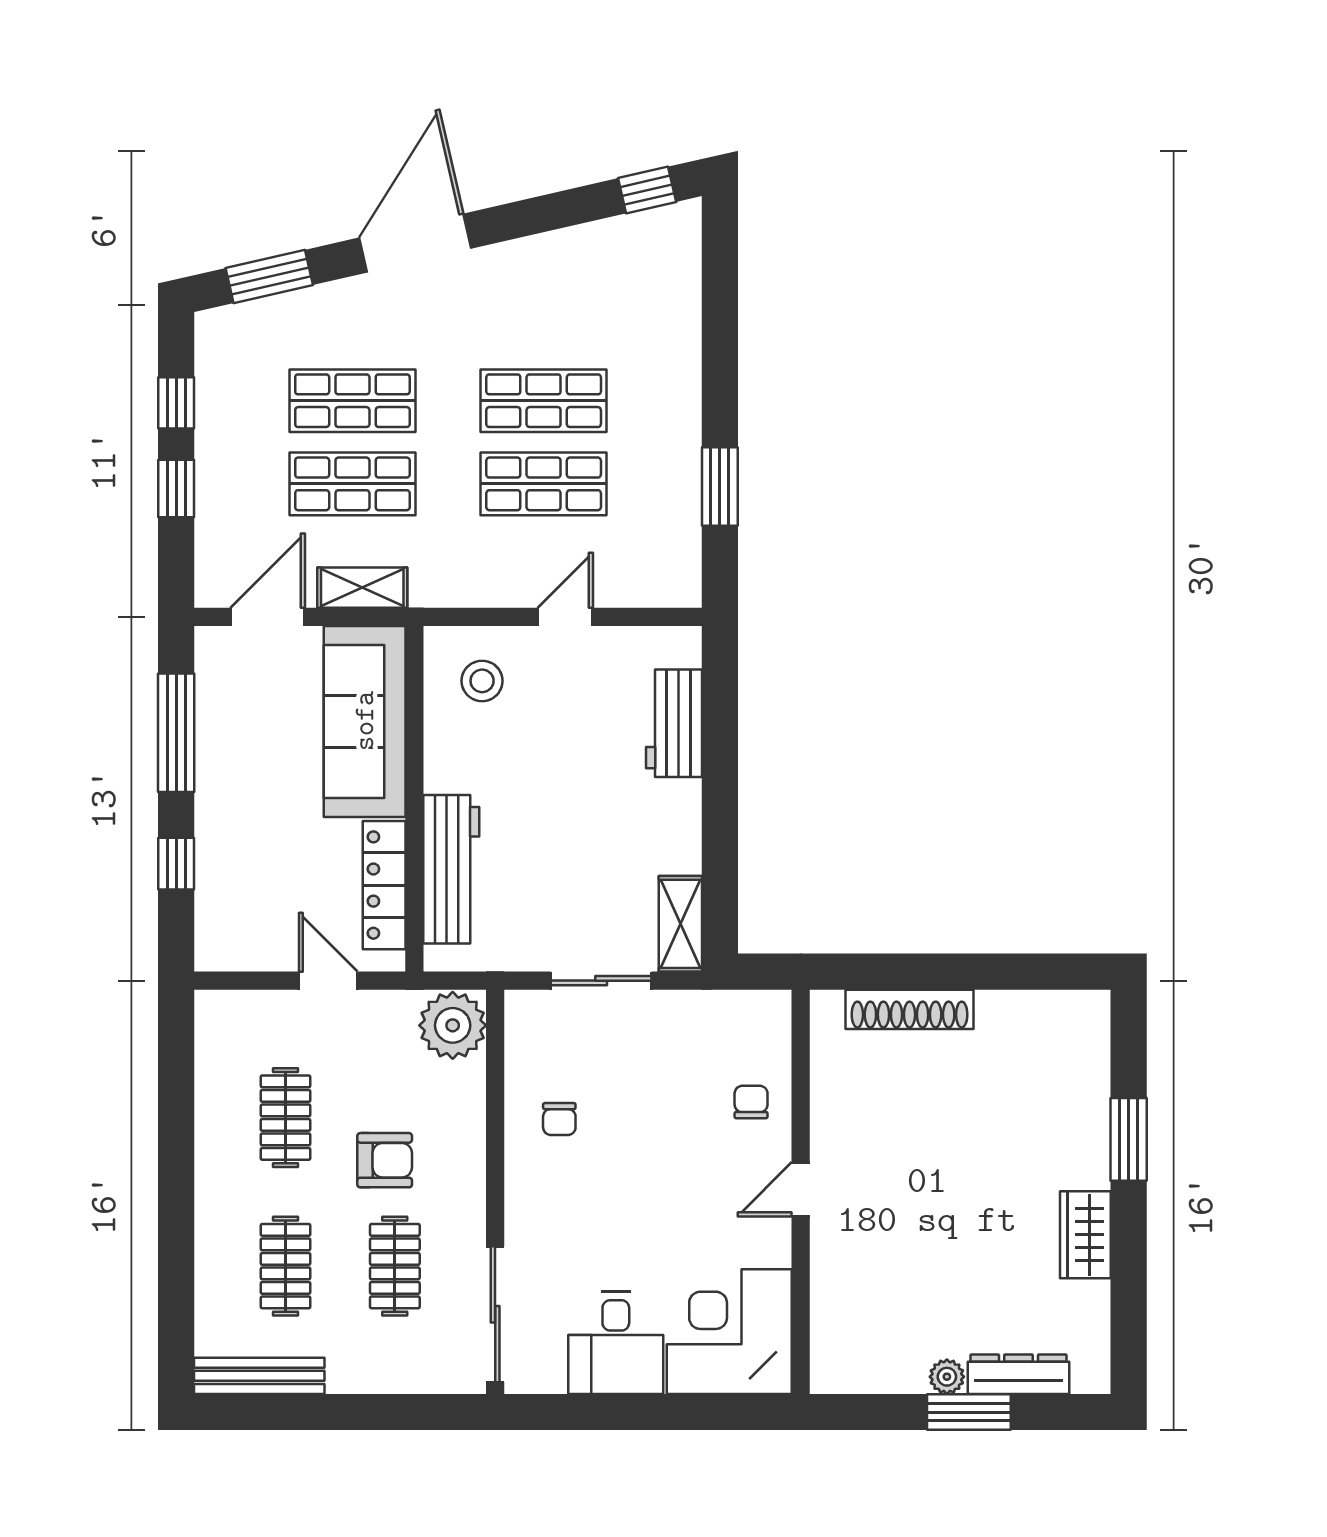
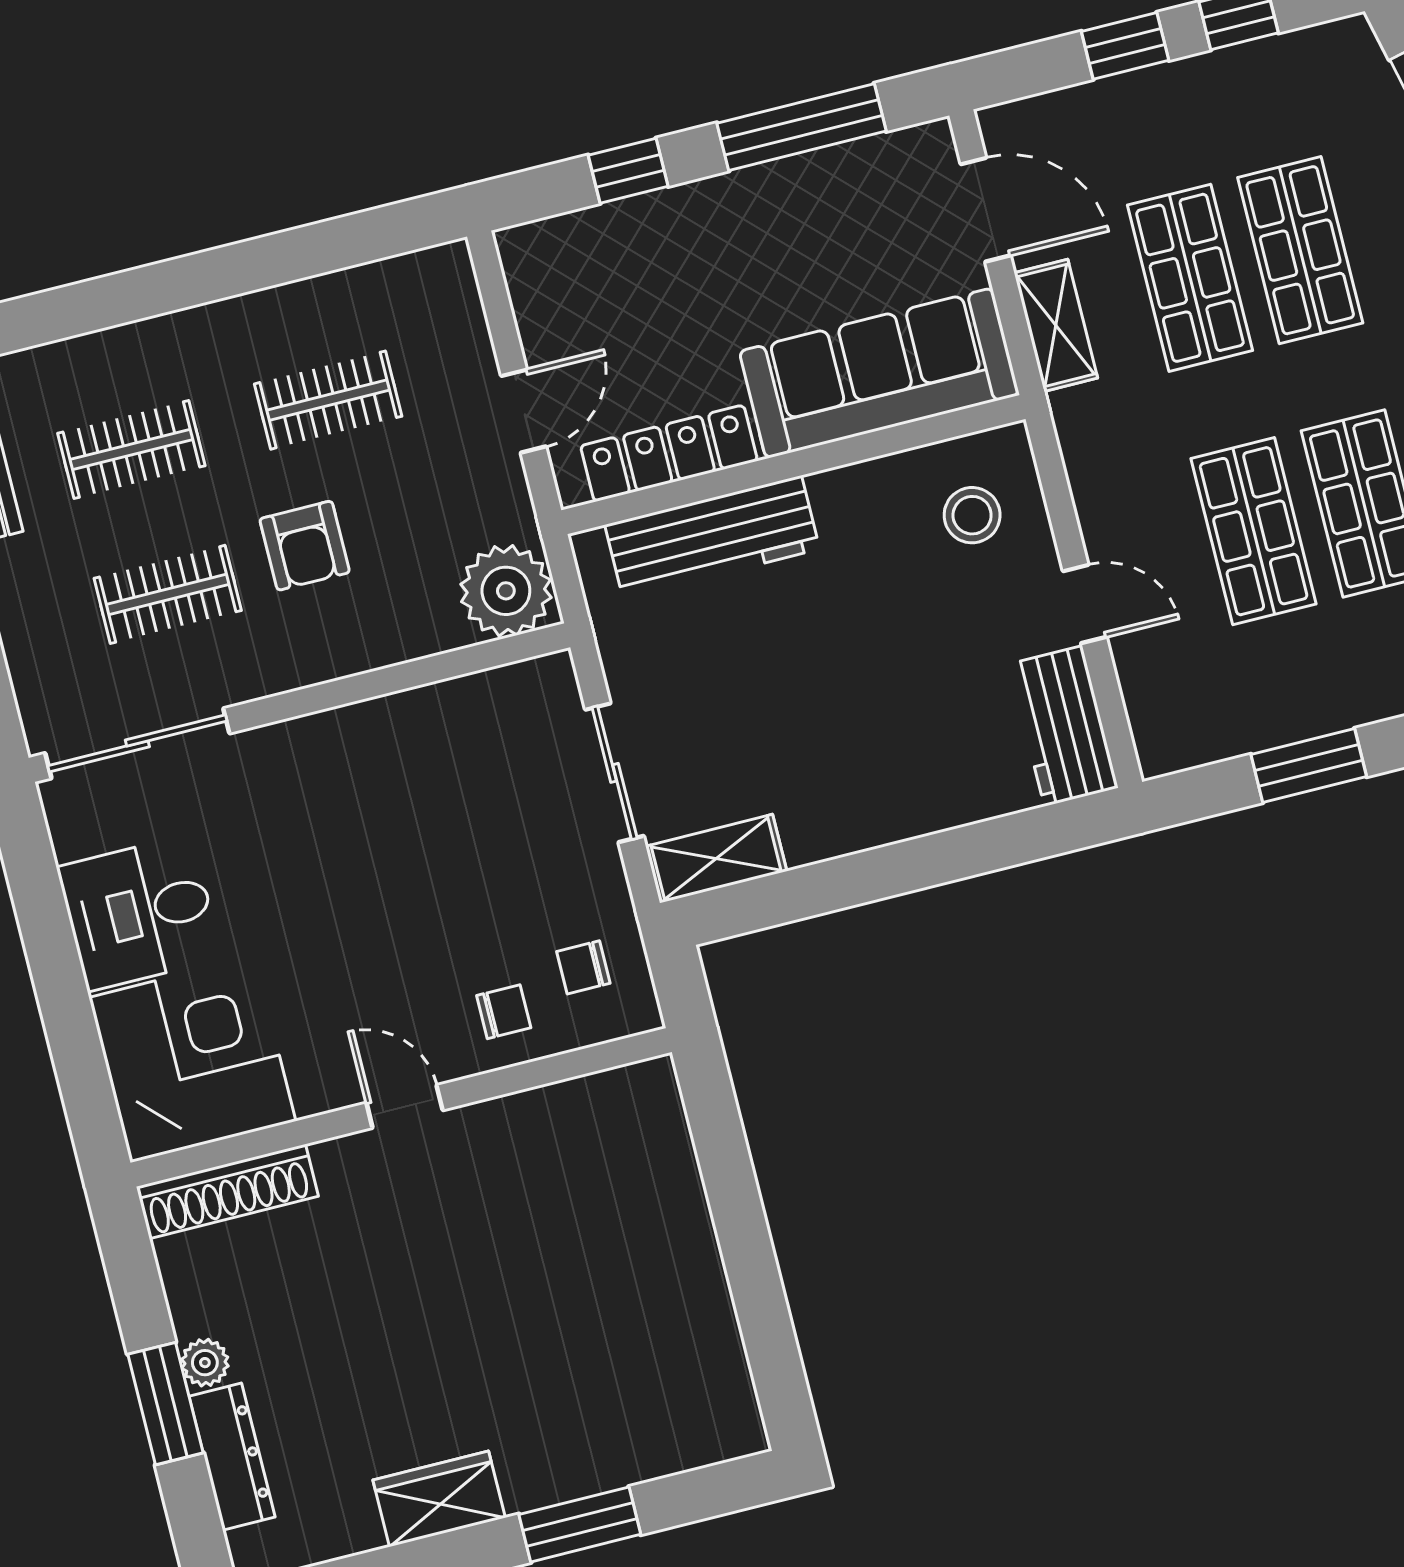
workbench: (674, 723) -> (1063, 726), moved, turned -90
shoe rack: (910, 1009) -> (227, 1191), moved, turned -90
chair: (559, 1119) -> (583, 967), moved

